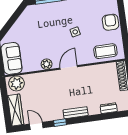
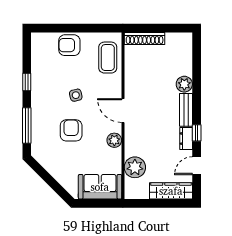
armchair: (49, 32) -> (71, 130), added
plant: (16, 83) -> (135, 167), moved
dresser: (109, 108) -> (186, 139), moved
plant: (94, 109) -> (184, 84), added

